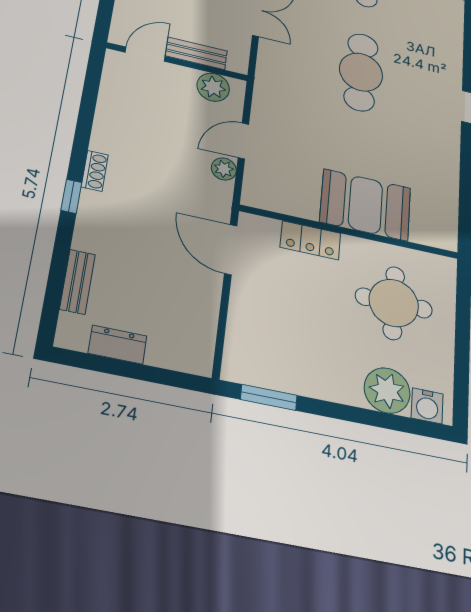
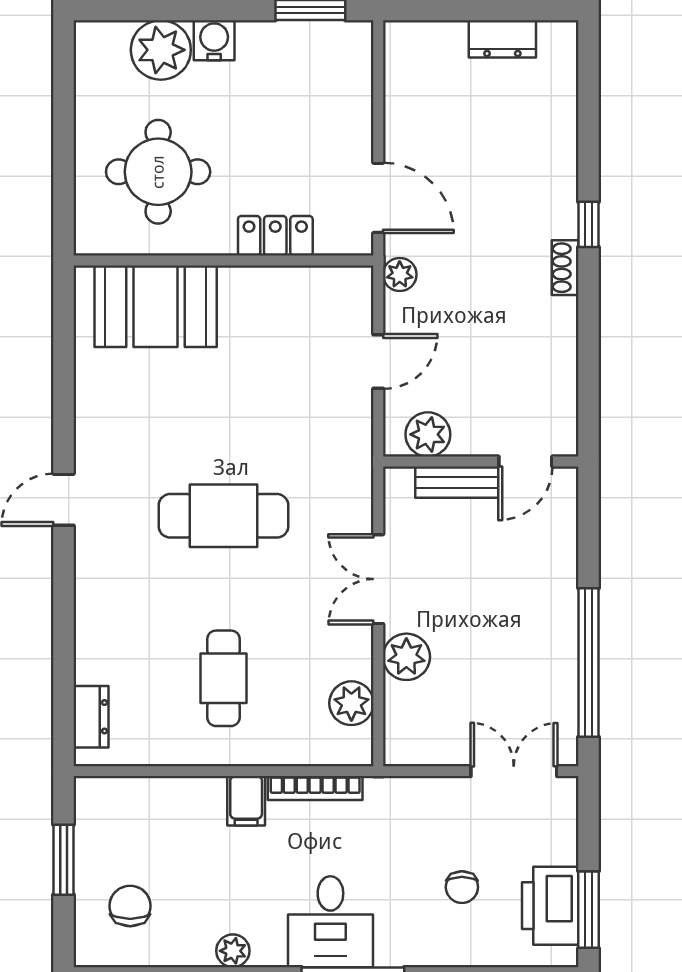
cafe table: (361, 72) -> (223, 516), turned 90
plant: (224, 169) -> (400, 274), moved
booth: (365, 205) -> (156, 306), moved
bench: (77, 282) -> (563, 110), removed
water cooler: (427, 406) -> (214, 40), moved

